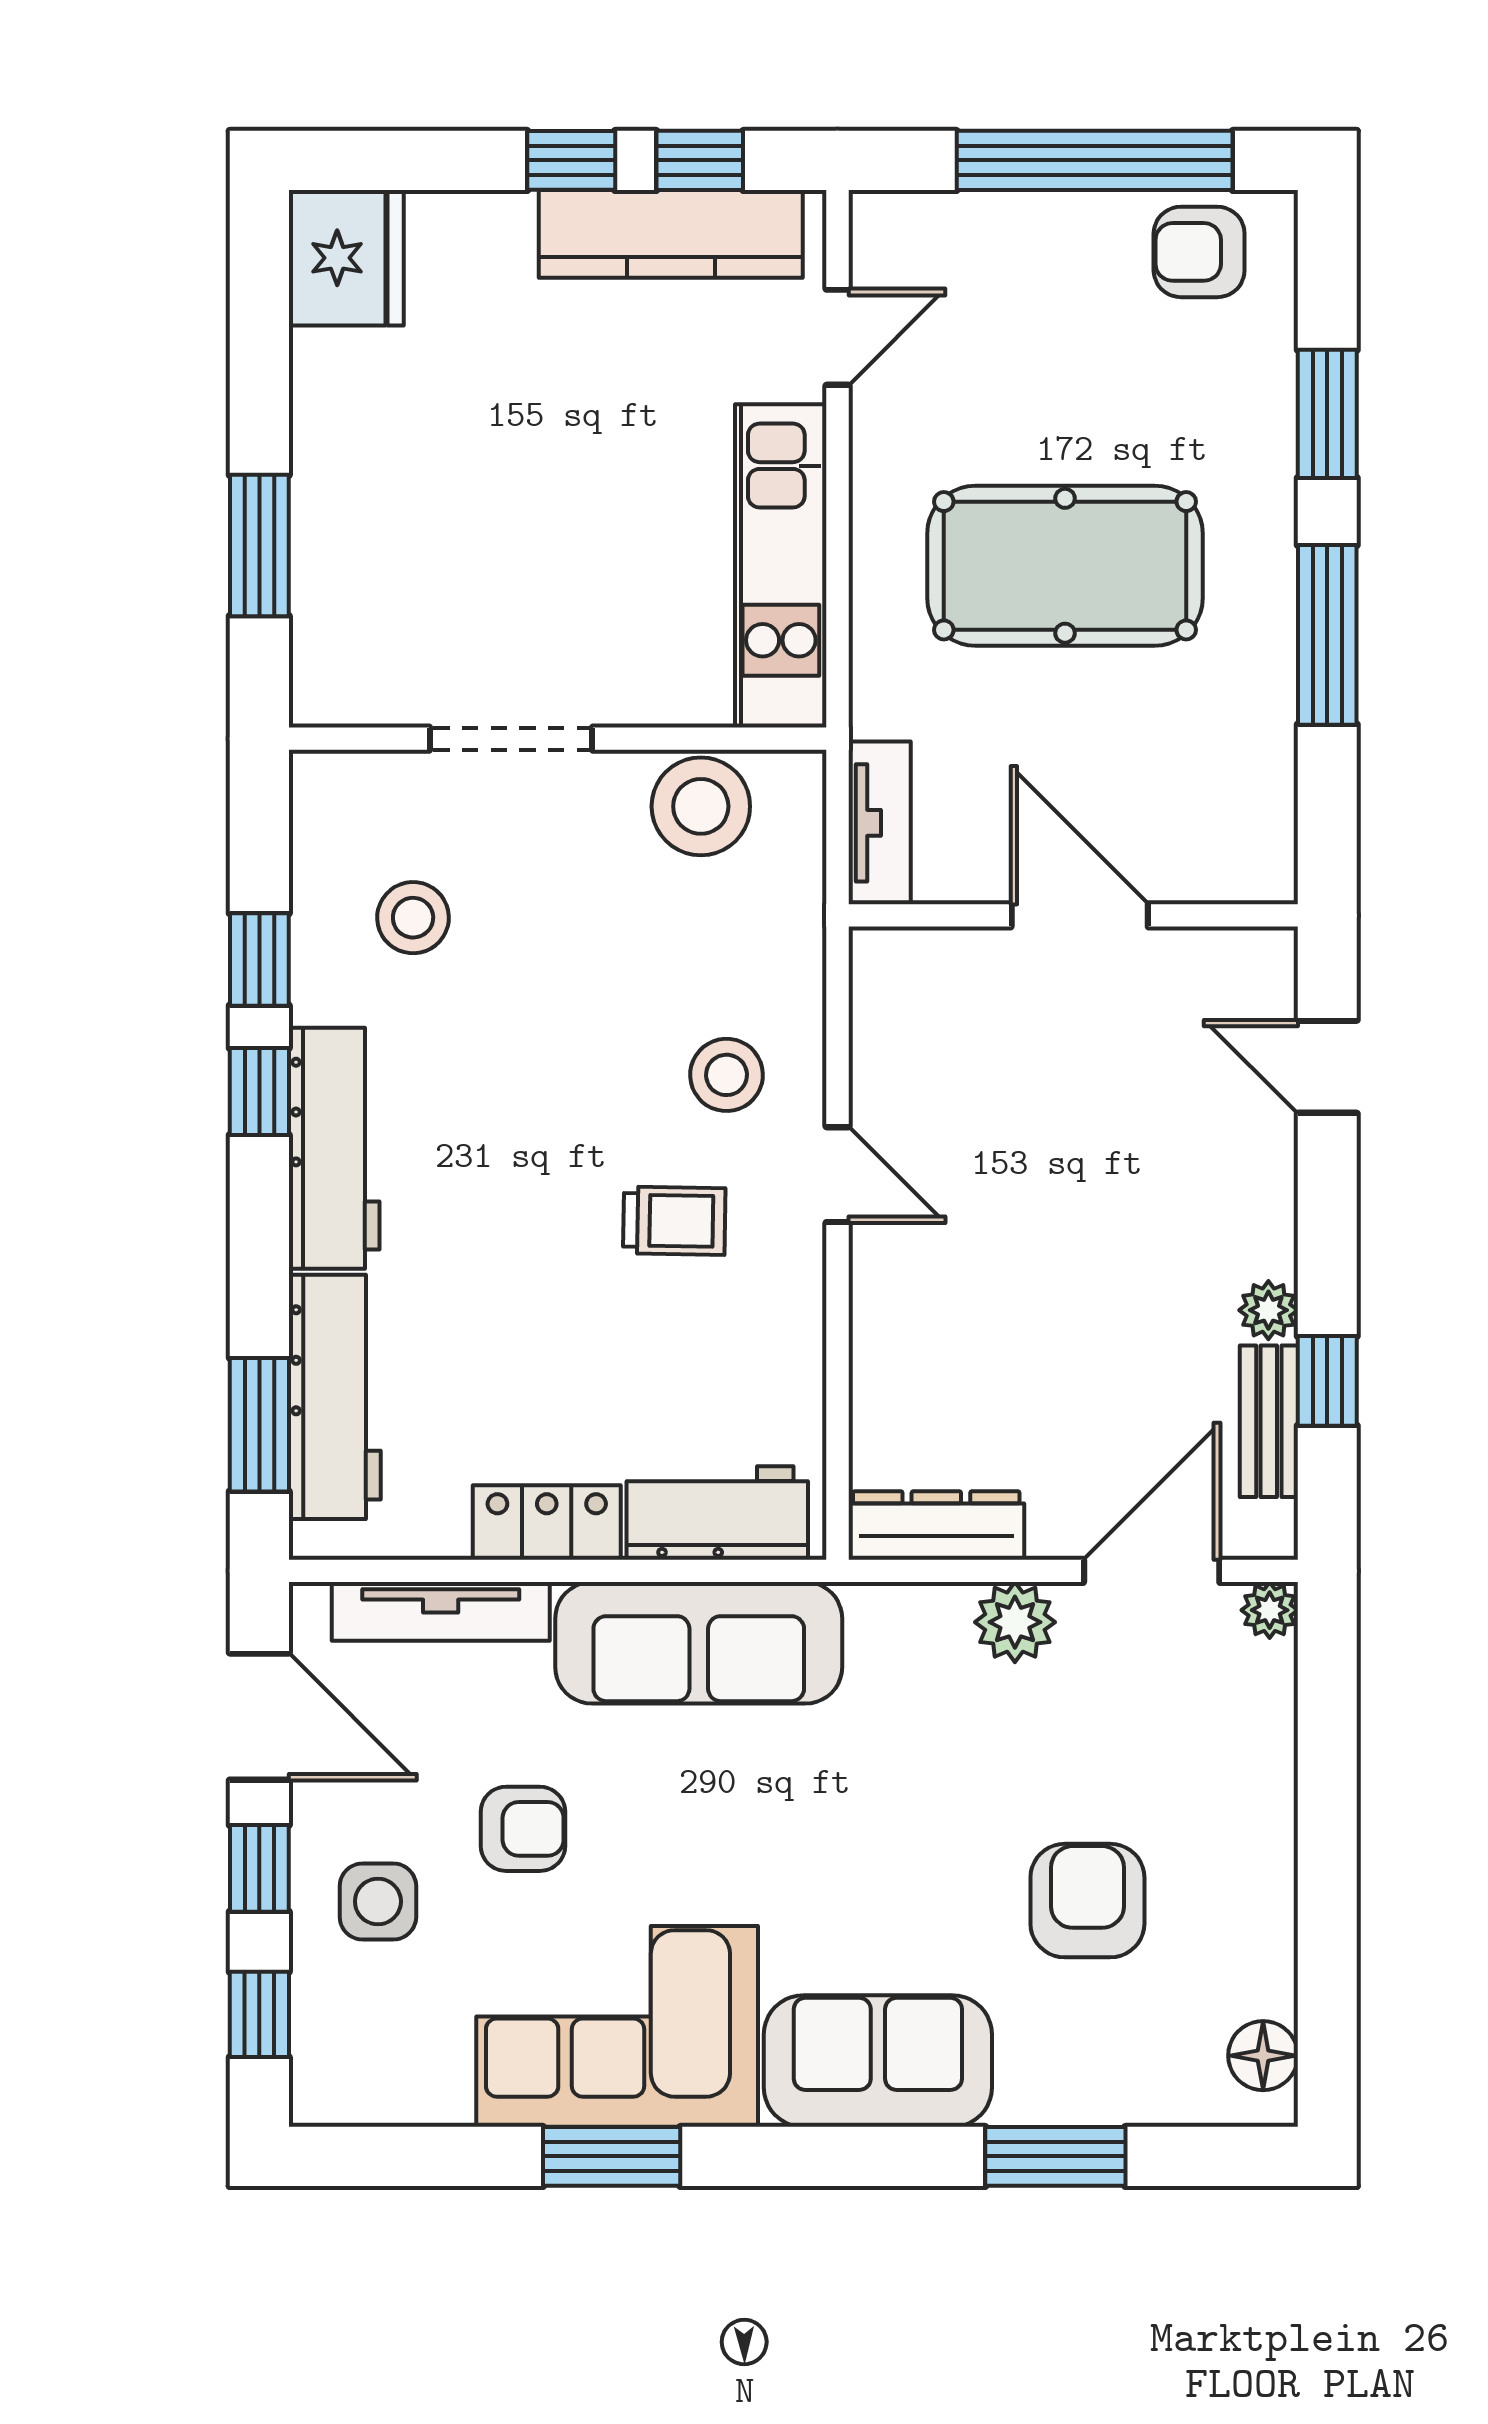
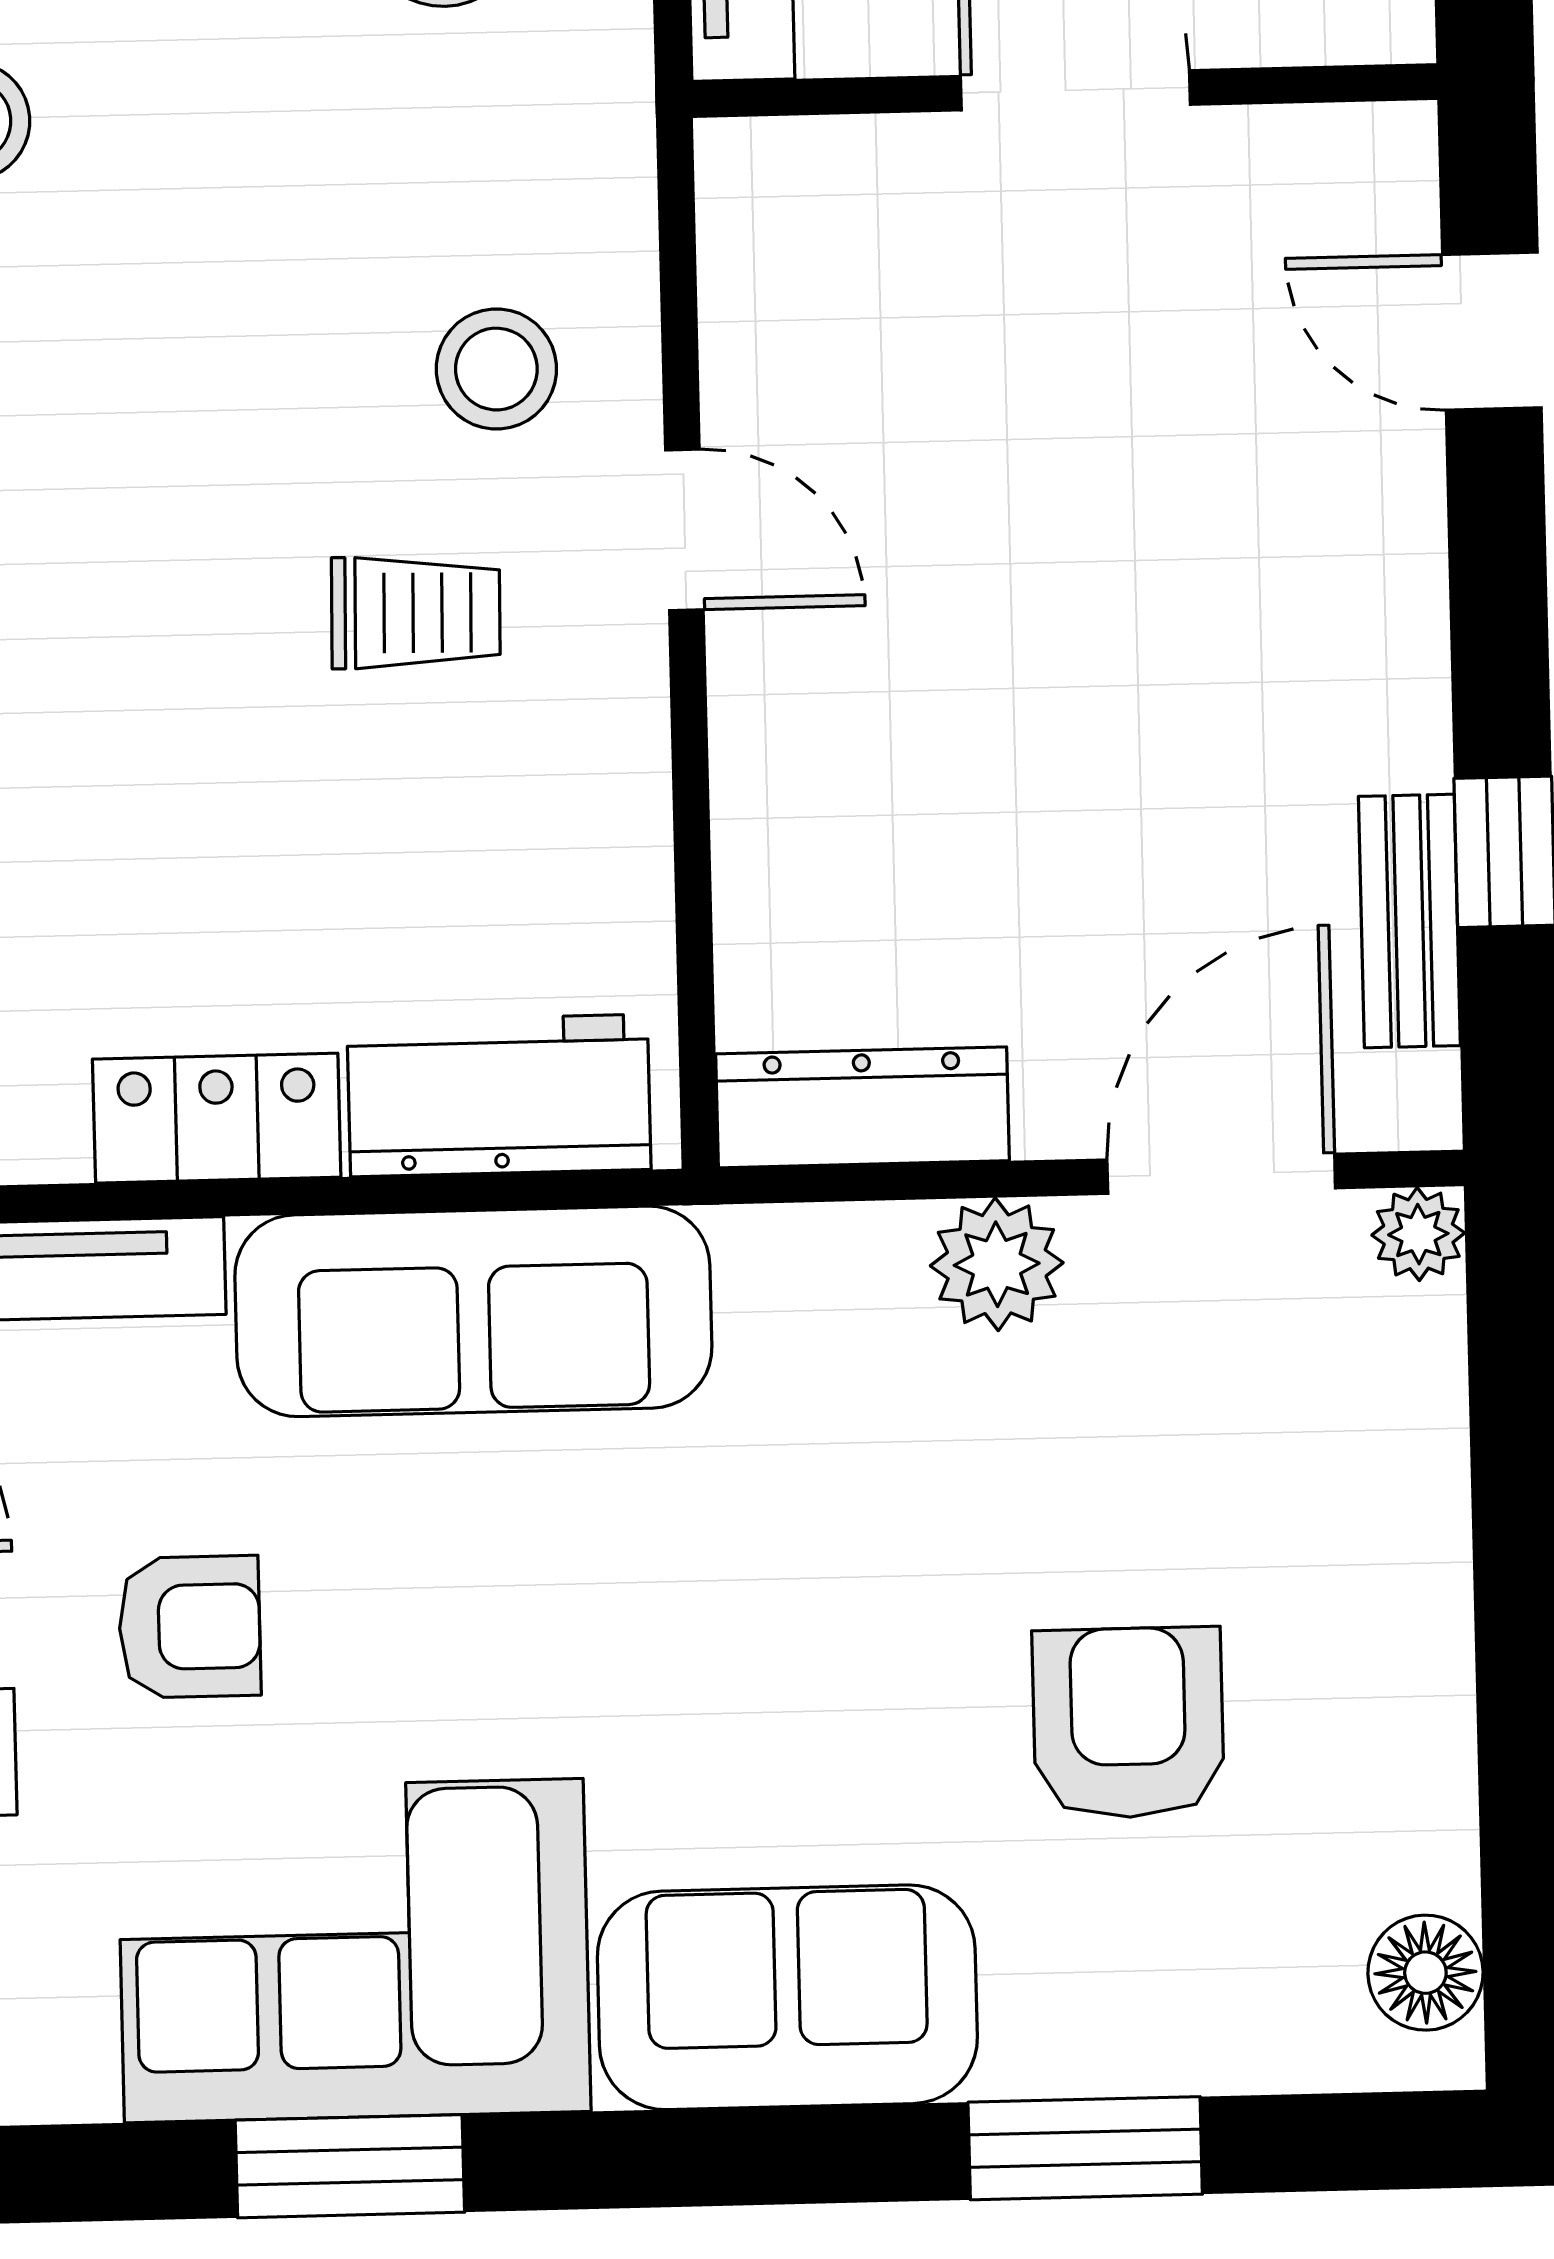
plant: (1268, 1310) -> (1404, 737), removed

